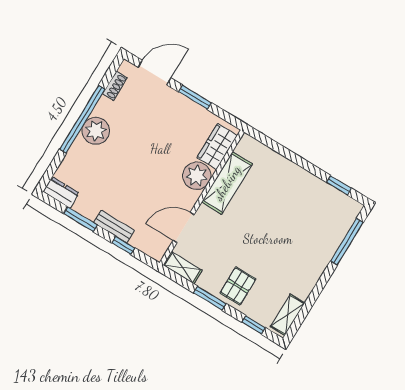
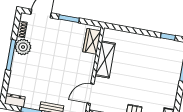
window: (82, 119) -> (11, 55), width x0.68
plant: (96, 131) -> (23, 47), moved
plant: (197, 176) -> (87, 62), removed

